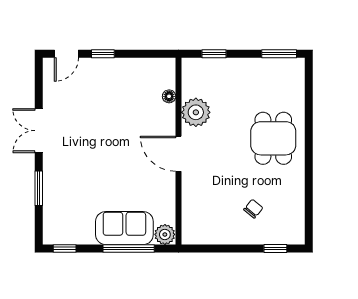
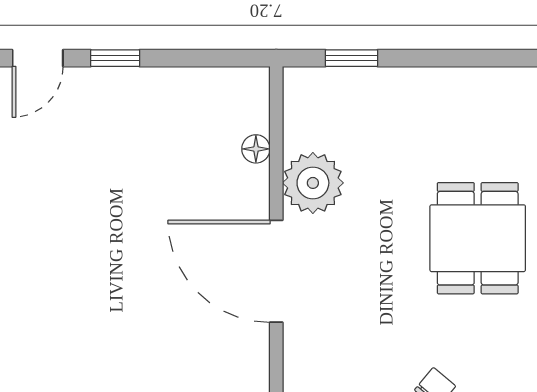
window: (279, 54) -> (490, 58), removed
door: (179, 154) -> (276, 271), width x1.36

